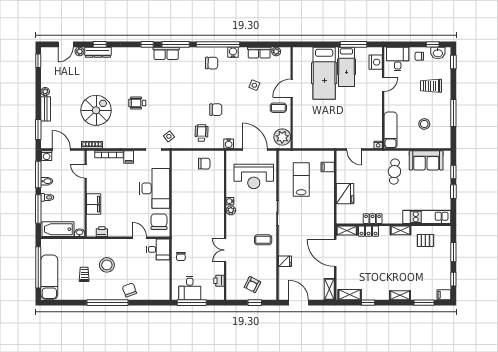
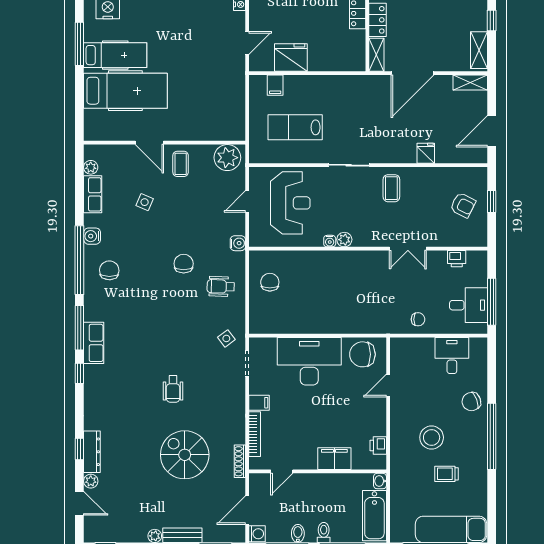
door: (255, 149) -> (247, 201), width x0.53
fridge: (345, 194) -> (291, 58), moved
desk: (158, 249) -> (452, 356), moved

